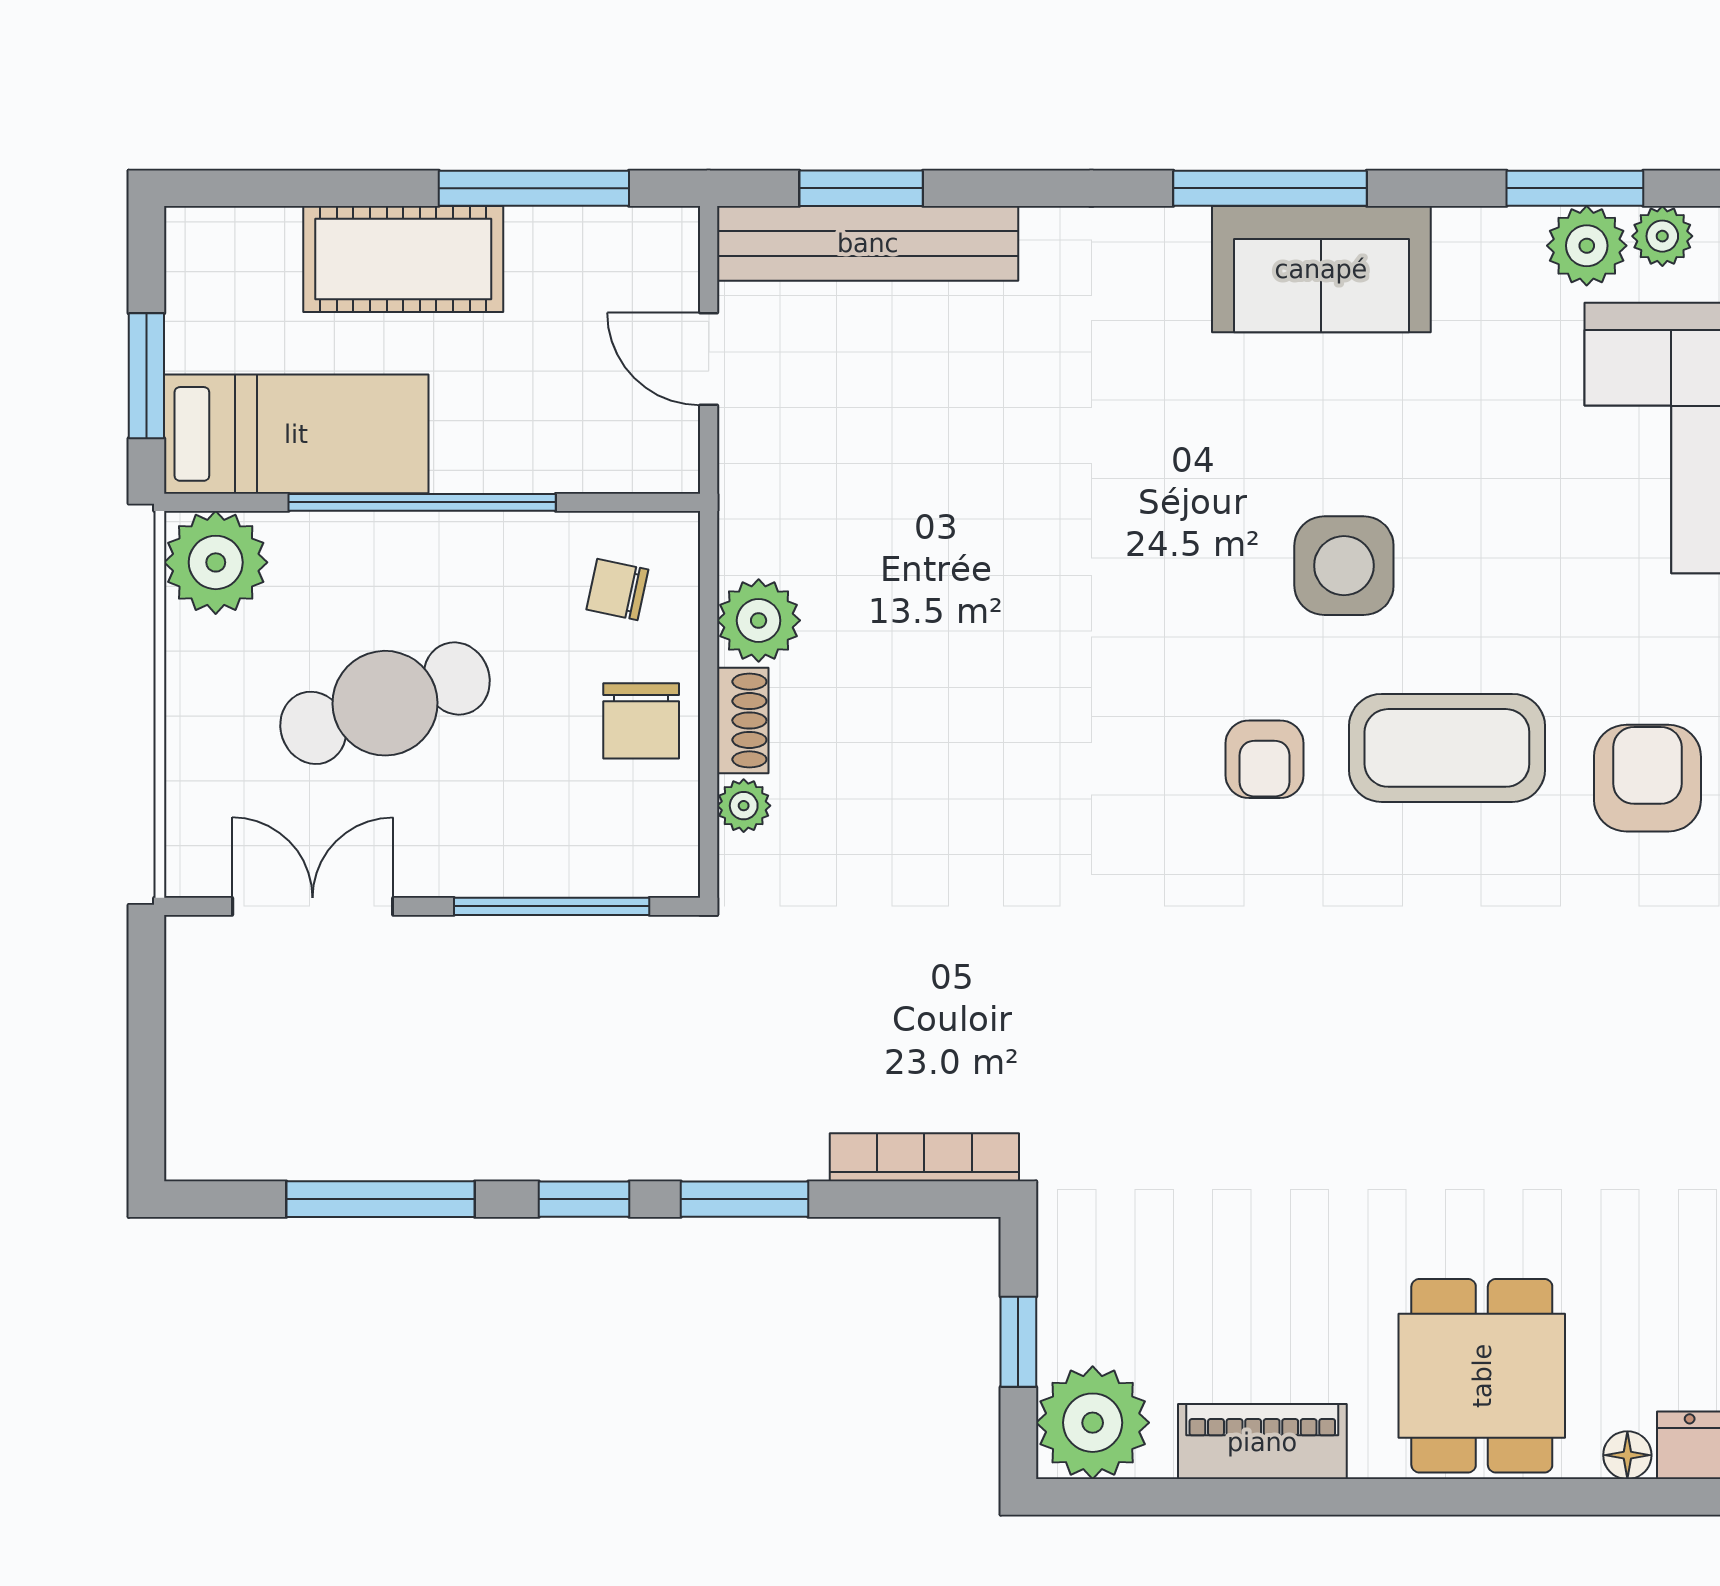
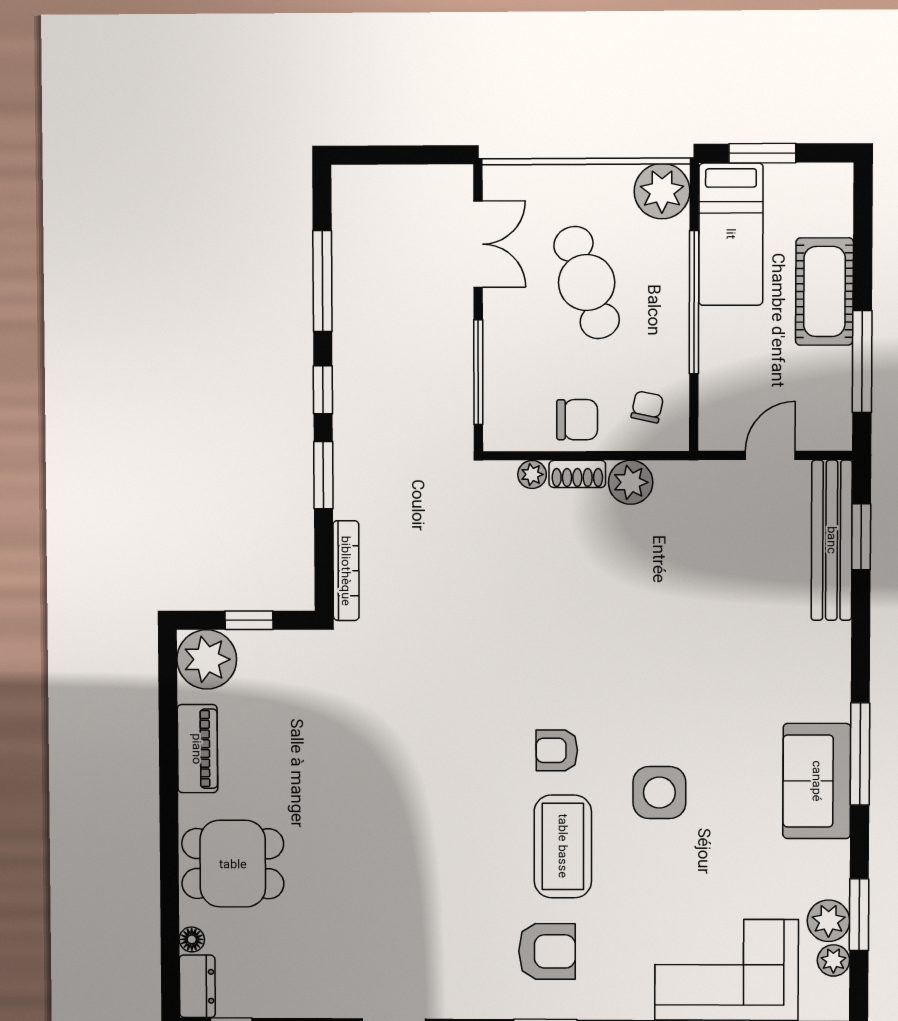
chair: (641, 721) -> (577, 420), turned 180

